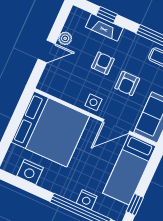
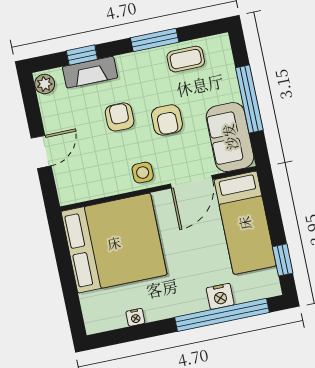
plant: (65, 38) -> (45, 84), moved
nightstand: (30, 172) -> (135, 317), width x0.53, depth x0.56

